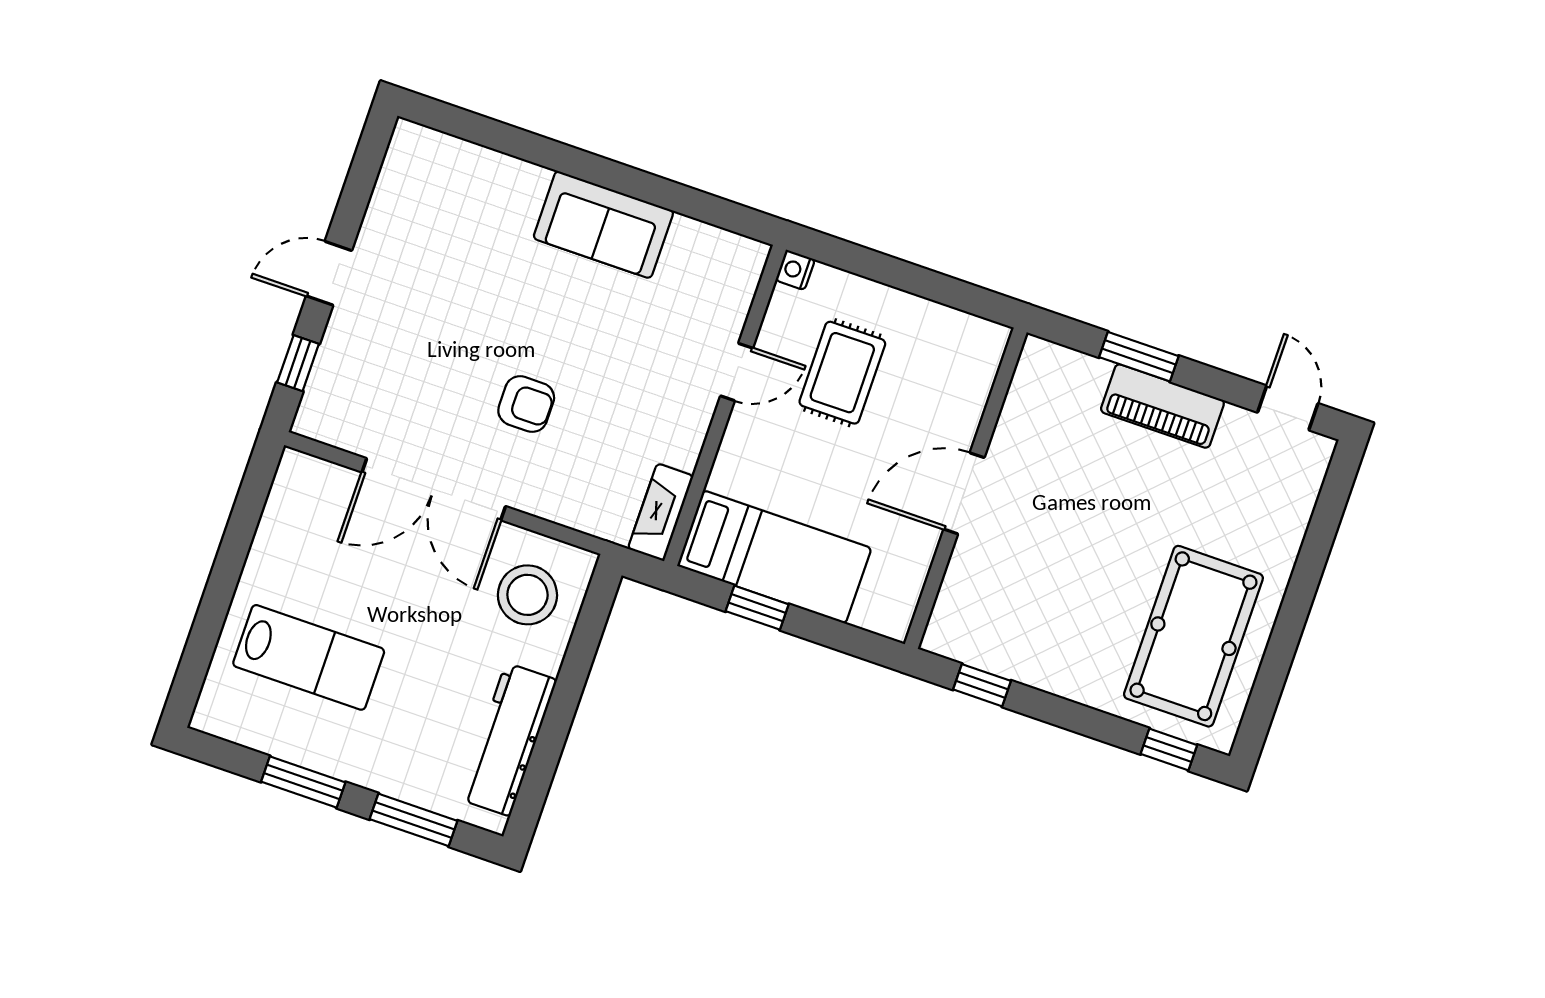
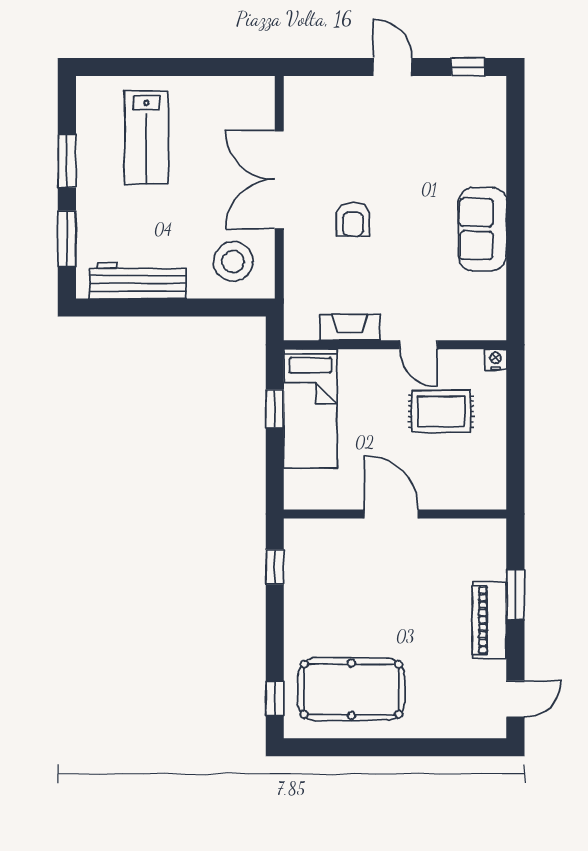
window: (298, 363) -> (468, 67), moved
fireplace: (661, 512) -> (350, 327), moved

